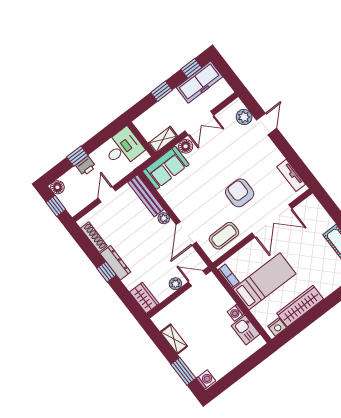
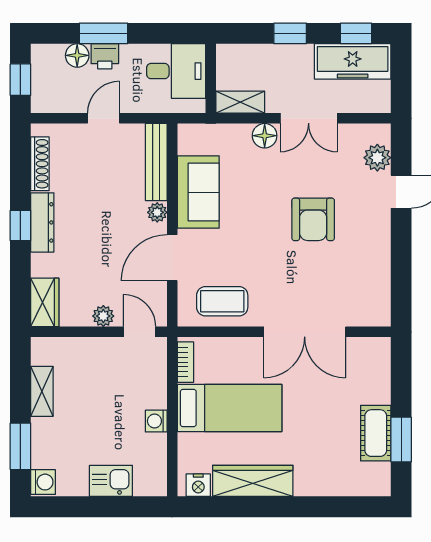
window: (77, 156) -> (104, 33), width x1.50
sofa: (166, 168) -> (198, 192), moved, turned -90
tv unit: (291, 175) -> (380, 289), removed
floor lamp: (57, 187) -> (77, 55), moved
armchair: (240, 193) -> (313, 219), moved, turned 180
kitchen sink: (246, 330) -> (111, 481), moved, turned 90

